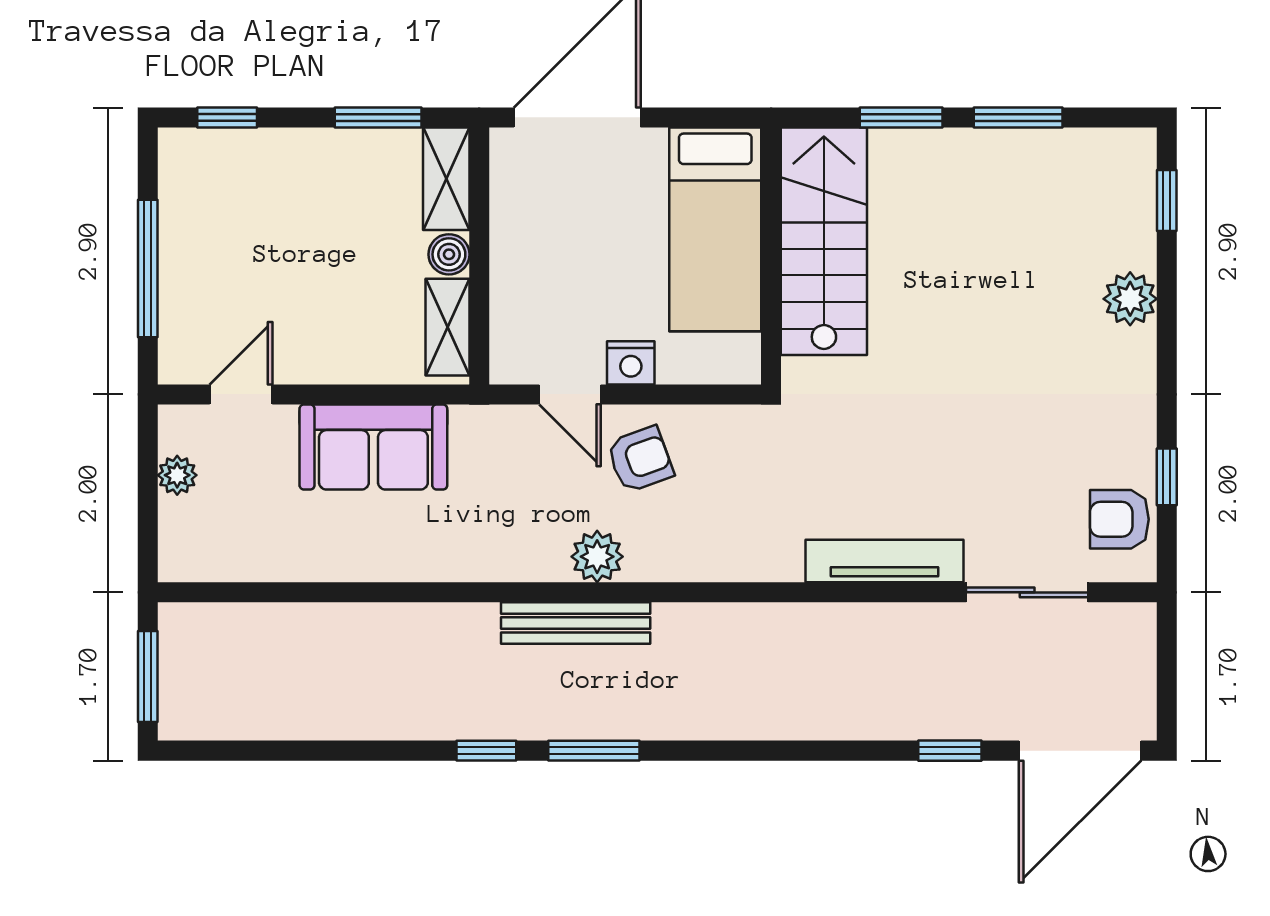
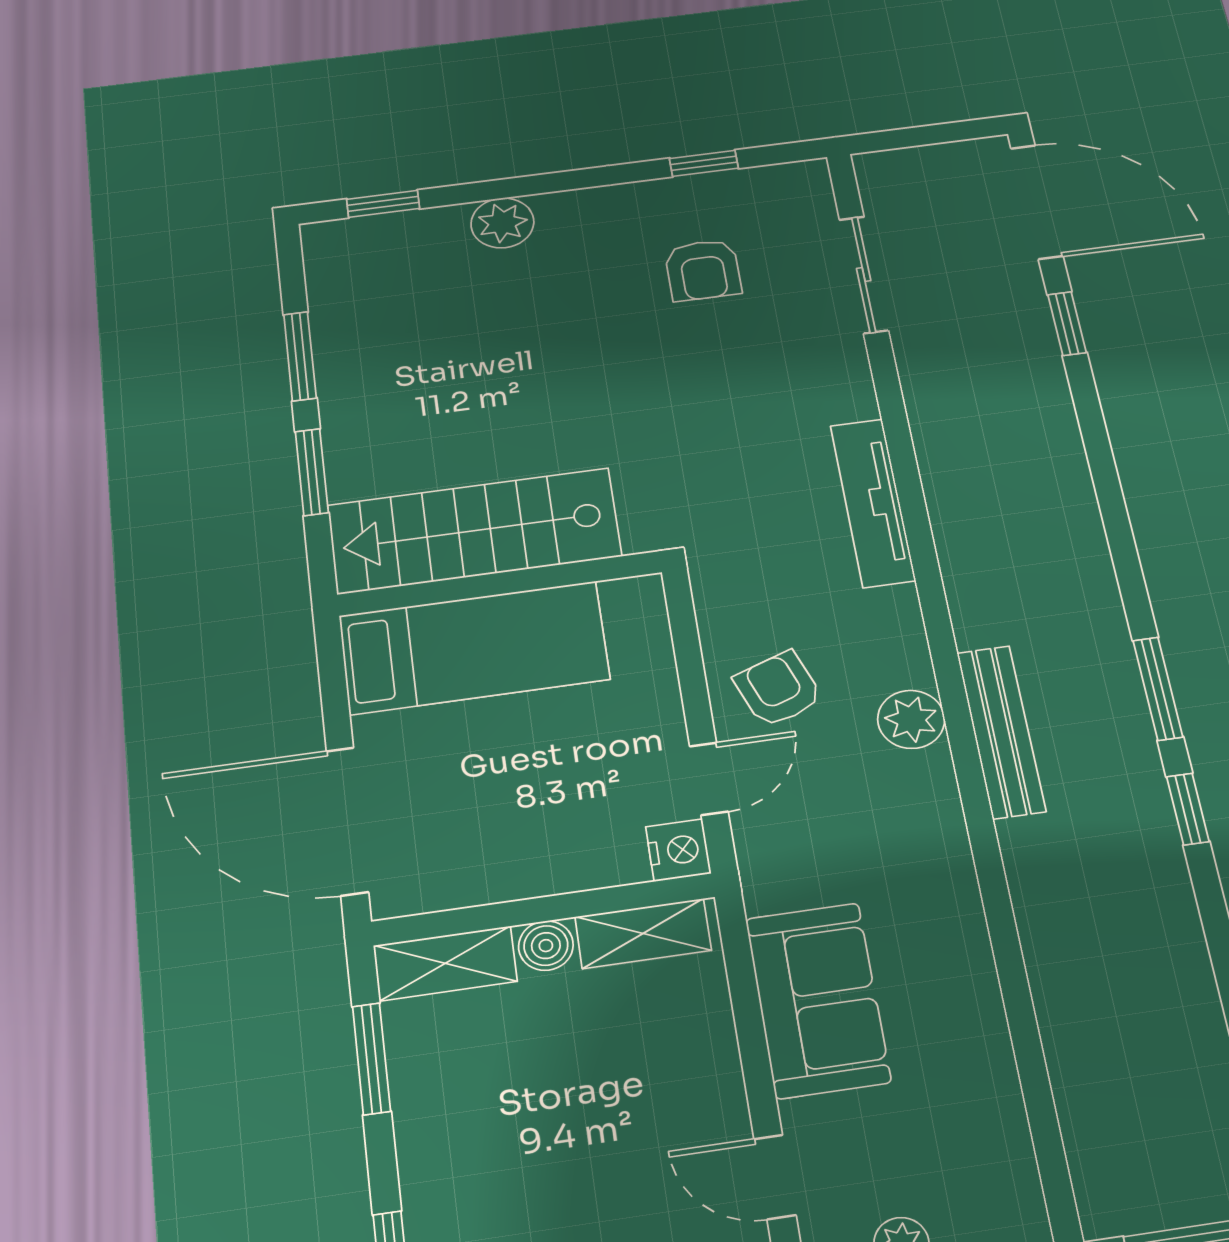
nightstand: (631, 363) -> (678, 850), moved
armchair: (1119, 519) -> (703, 270), moved
tv unit: (884, 561) -> (873, 502), moved

